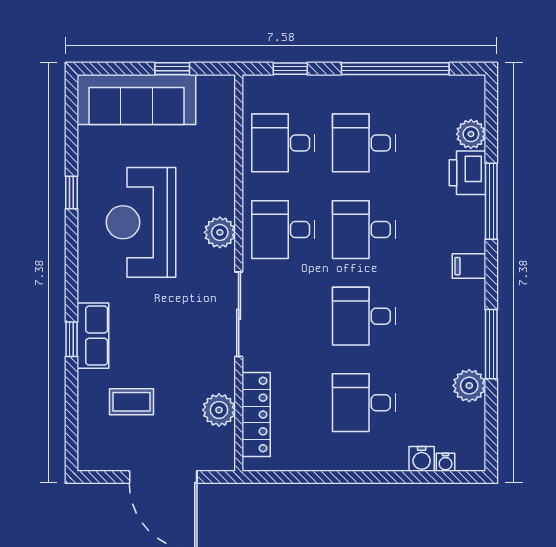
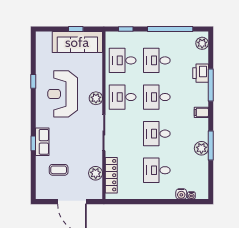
sofa: (136, 100) -> (77, 42), moved
plant: (471, 134) -> (202, 43), moved
plant: (469, 386) -> (201, 148), moved

